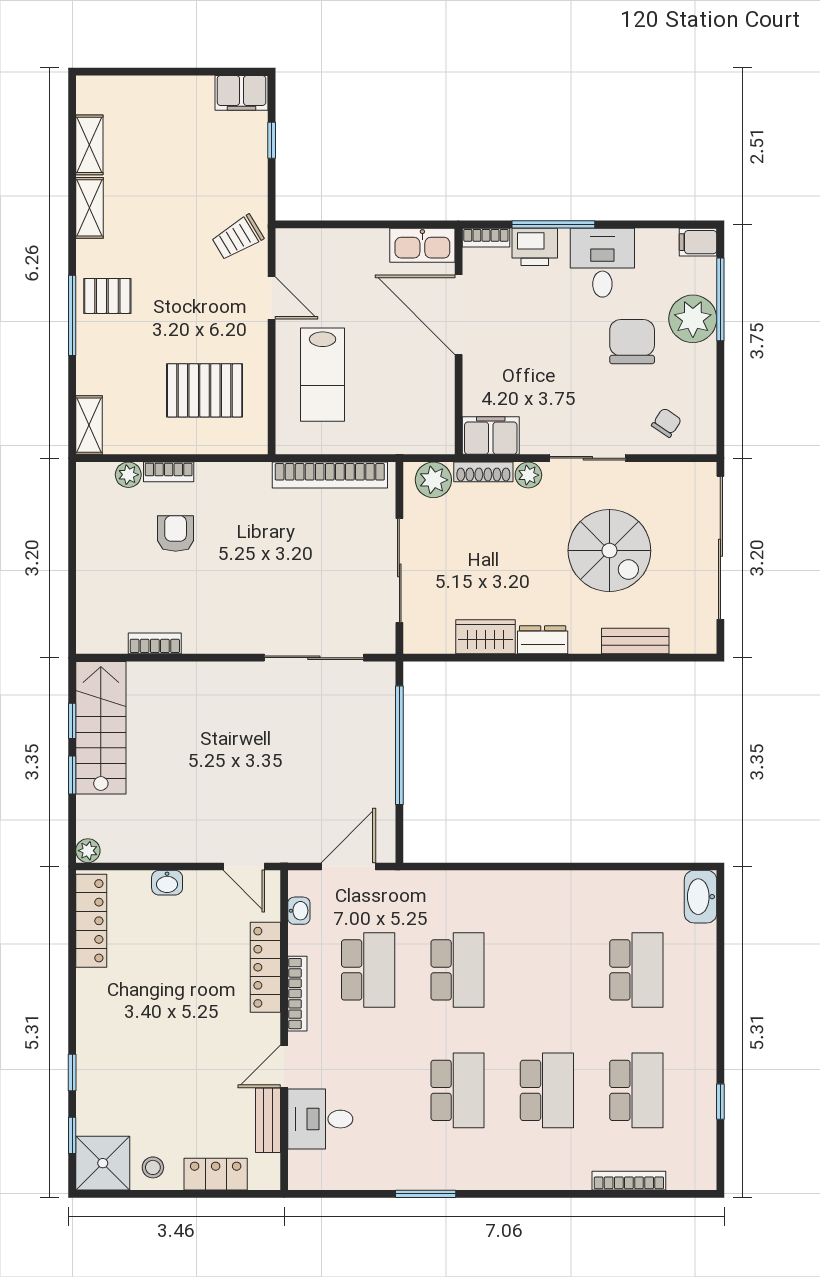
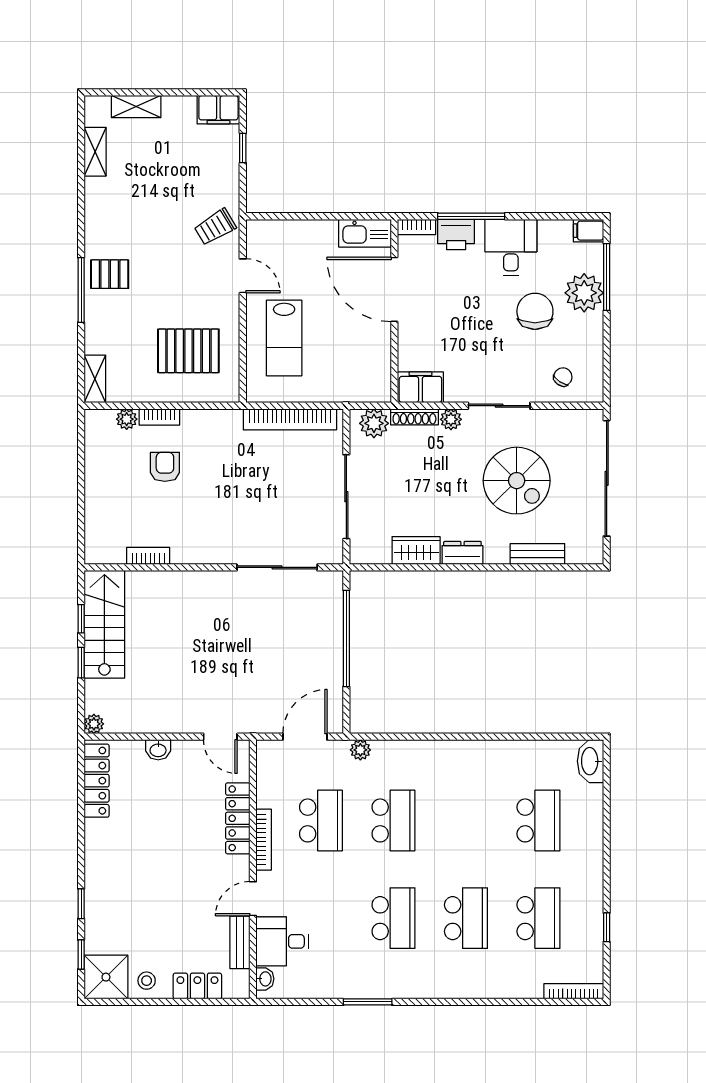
shelving: (90, 208) -> (136, 107), moved, turned 90
plant: (417, 883) -> (360, 750), added
washbasin: (299, 911) -> (265, 979), moved
bookcase: (629, 1181) -> (574, 991), moved

